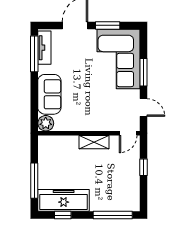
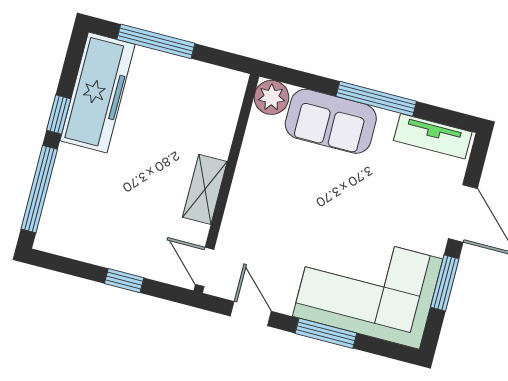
window: (34, 54) -> (376, 99), moved
door: (143, 107) -> (251, 314), swing flipped
window: (63, 215) -> (59, 114), moved

